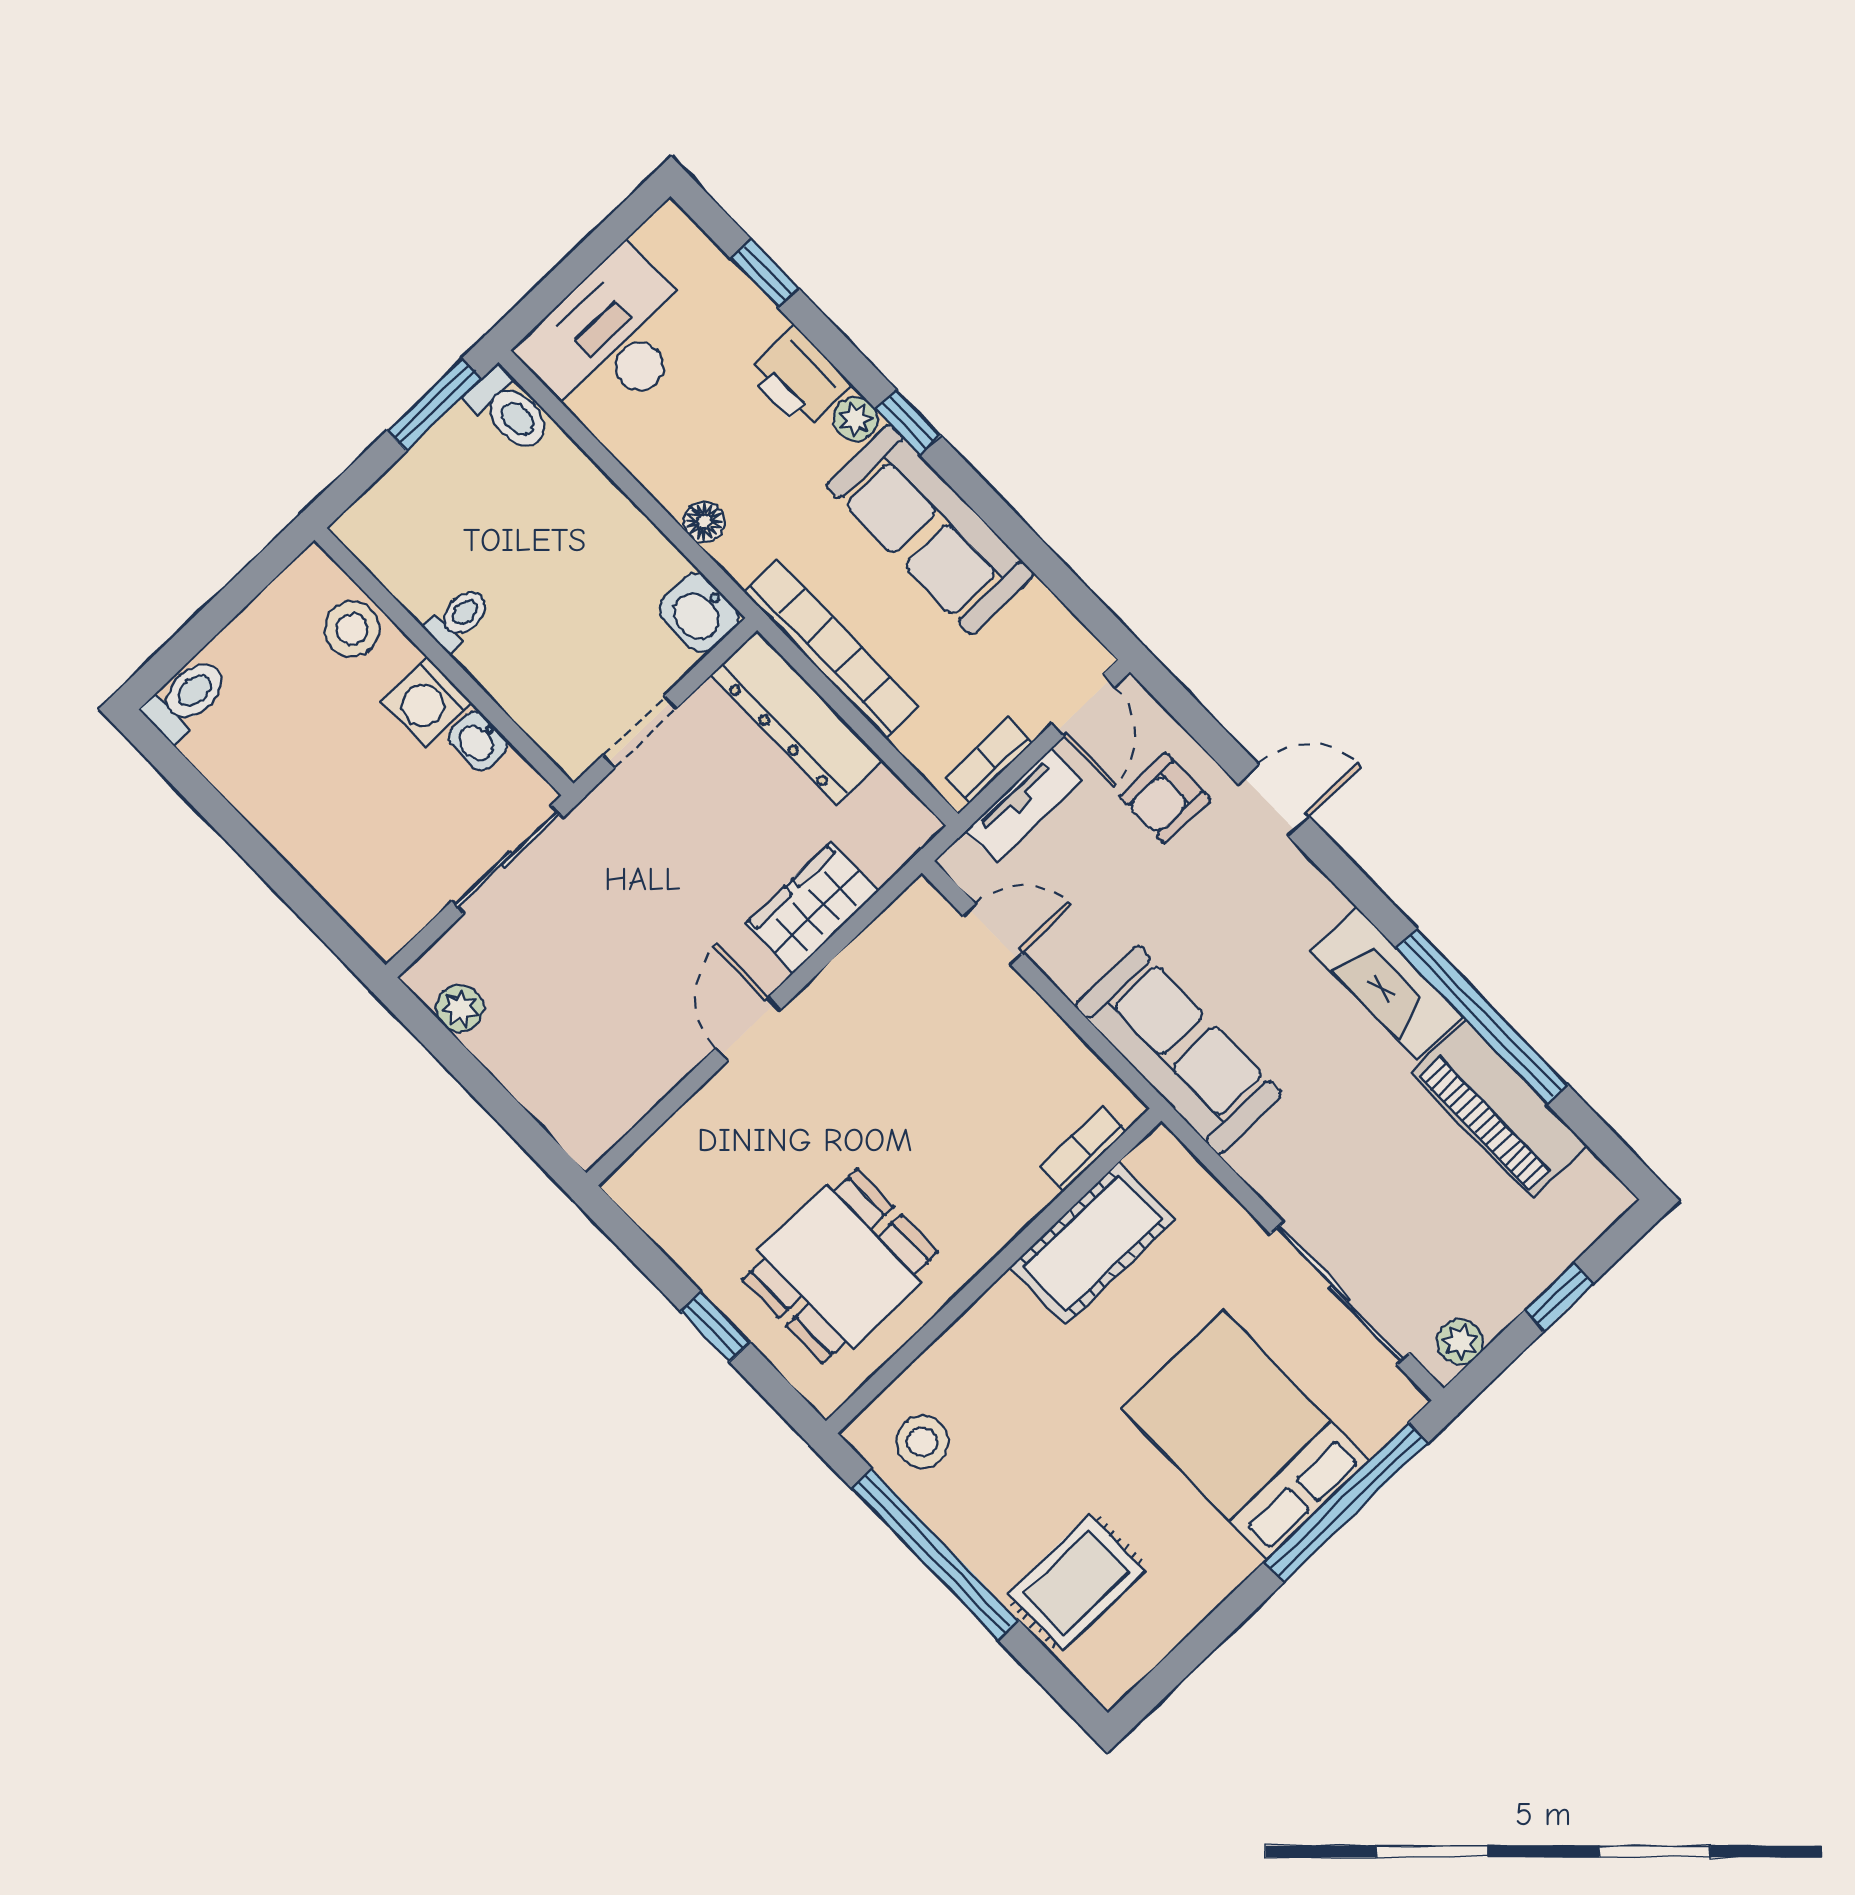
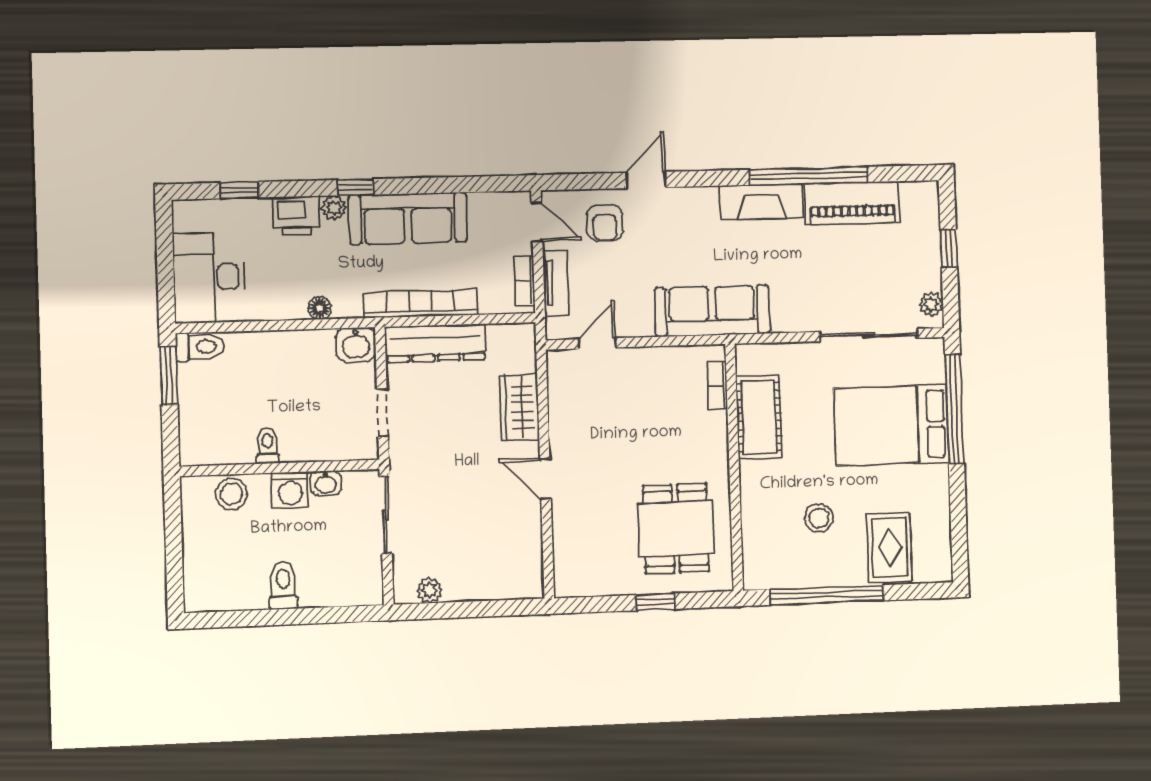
toilet: (186, 699) -> (283, 586), moved
stool: (922, 1442) -> (819, 518), moved

